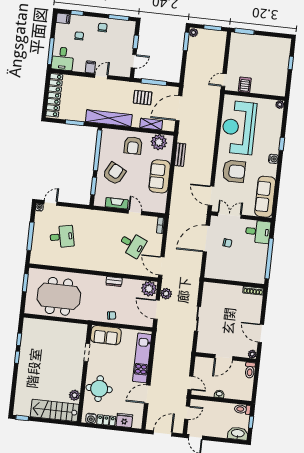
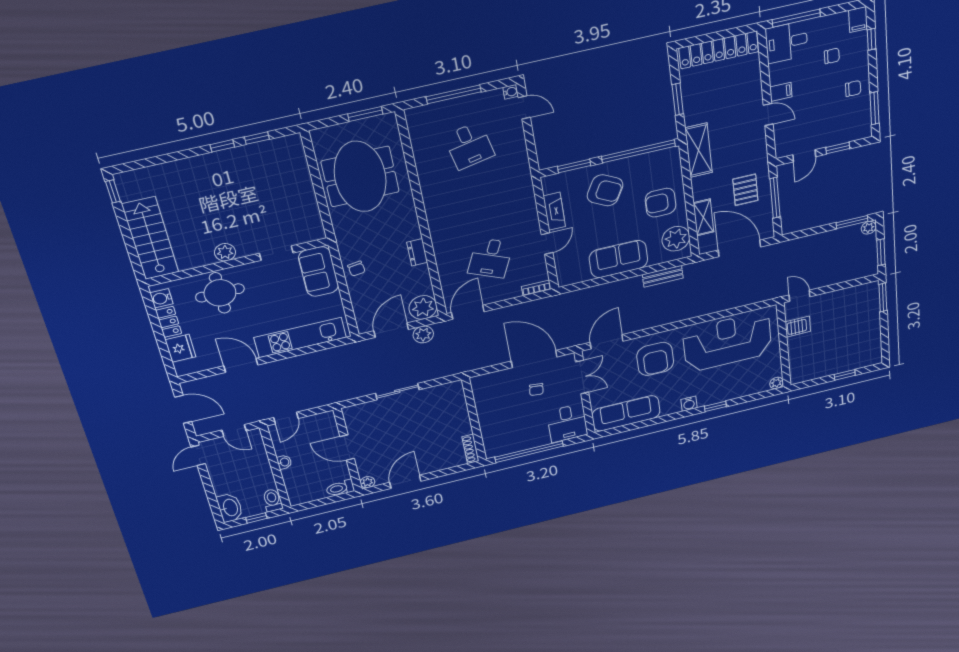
door: (134, 61) -> (804, 156), hinge flipped
shelving: (109, 118) -> (699, 150), width x0.68
plant: (75, 395) -> (225, 252), moved

